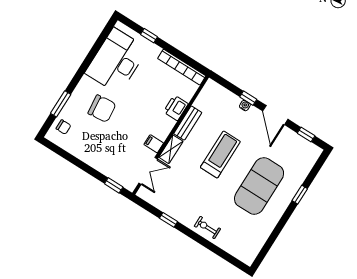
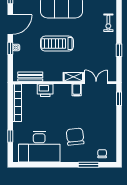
bench: (188, 123) -> (30, 77), moved

